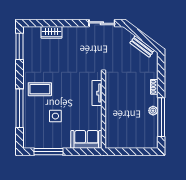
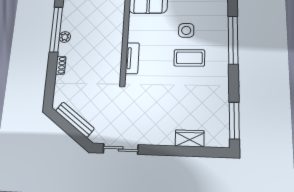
bench: (142, 47) -> (75, 120), width x1.36
coffee table: (40, 89) -> (189, 58), moved

